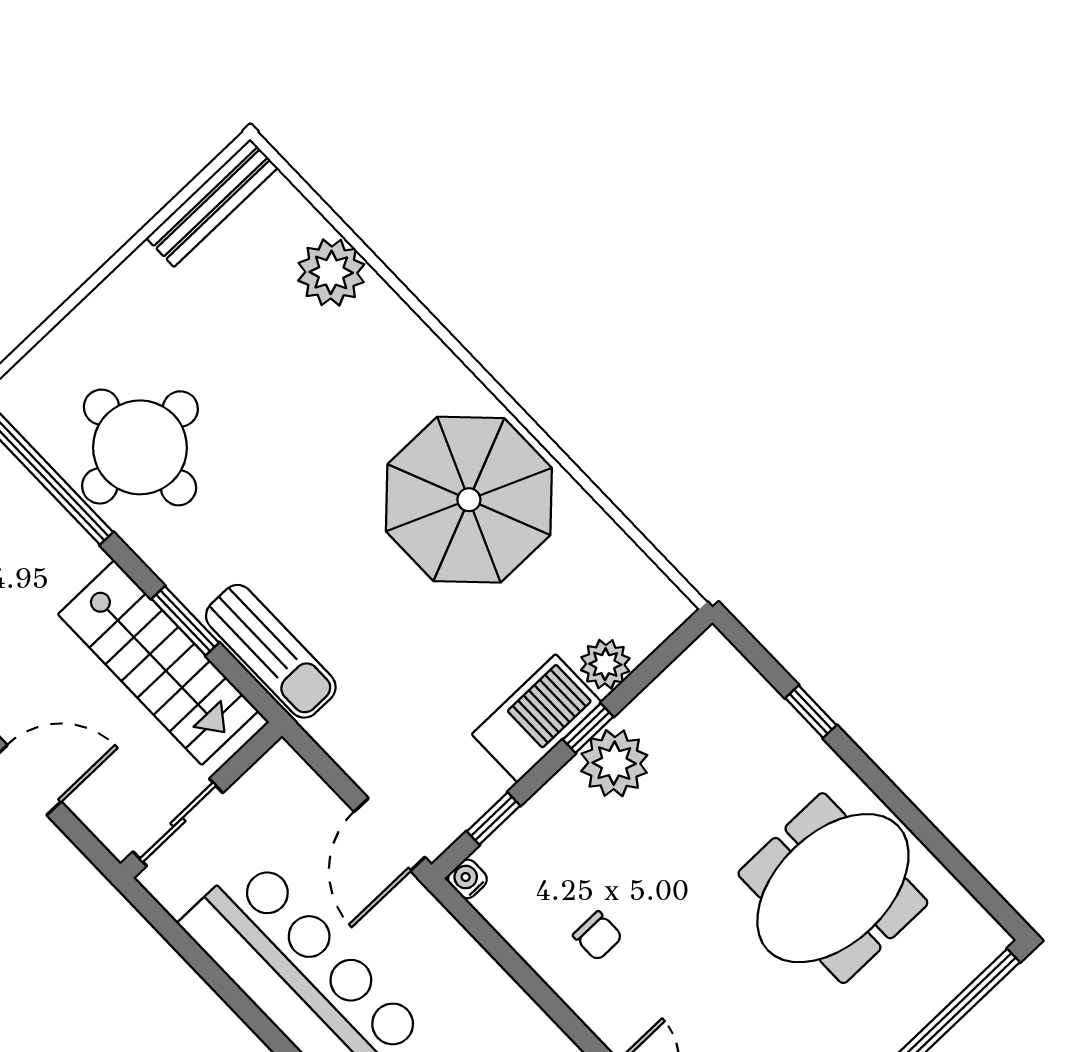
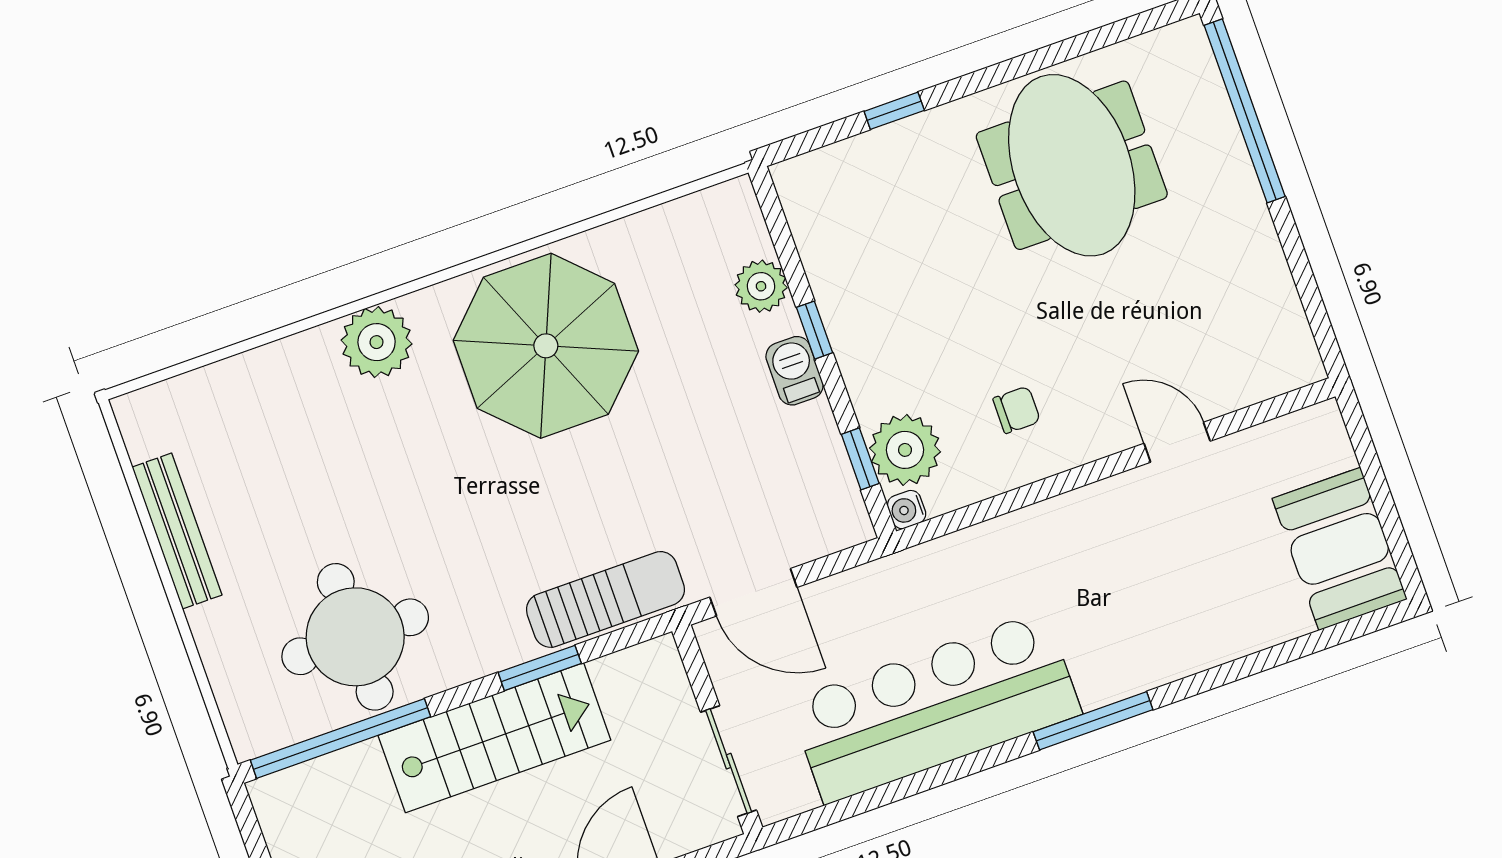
bench: (212, 203) -> (177, 531), moved
plant: (331, 272) -> (377, 342), moved
stairs: (158, 663) -> (494, 738), moved
barbecue: (537, 718) -> (795, 371), width x0.53, depth x0.65
plant: (614, 763) -> (905, 450), moved
door: (389, 834) -> (753, 592), moved

